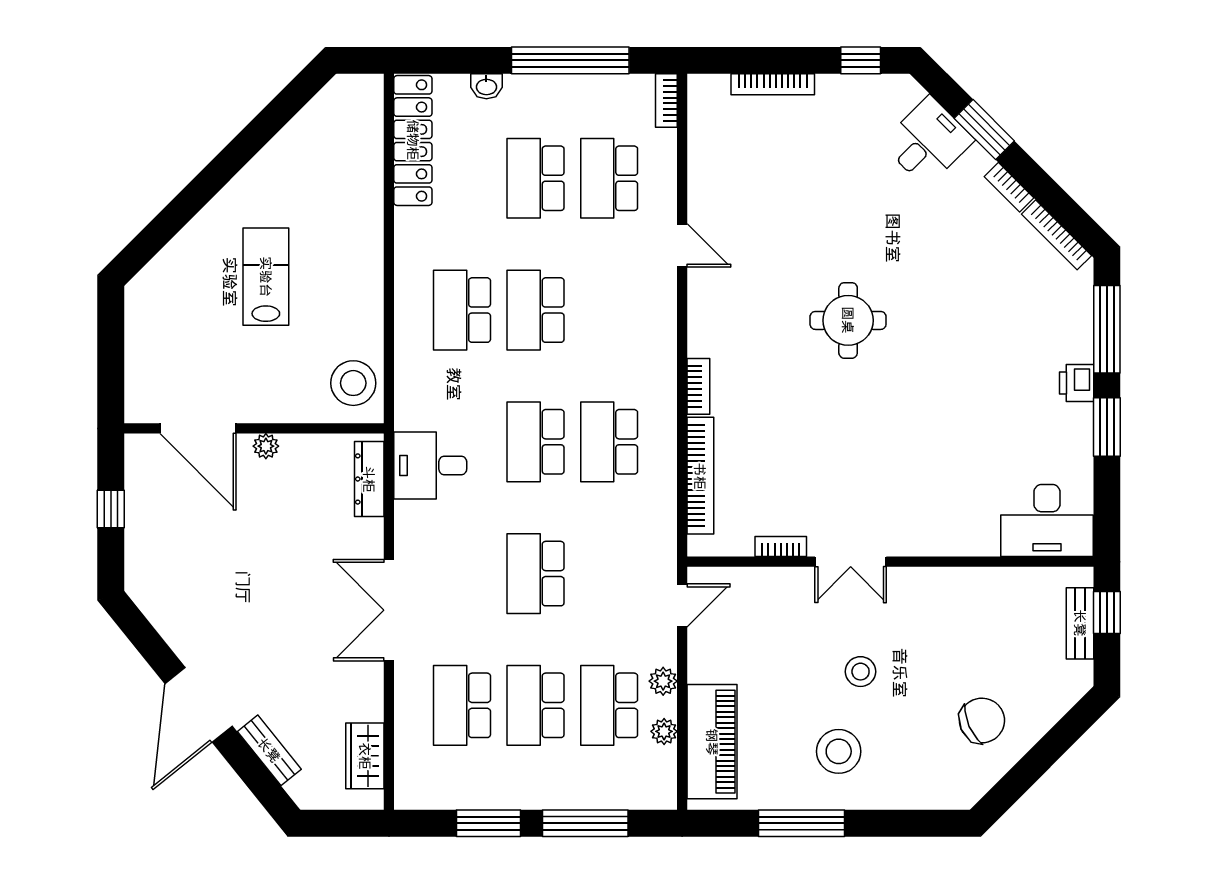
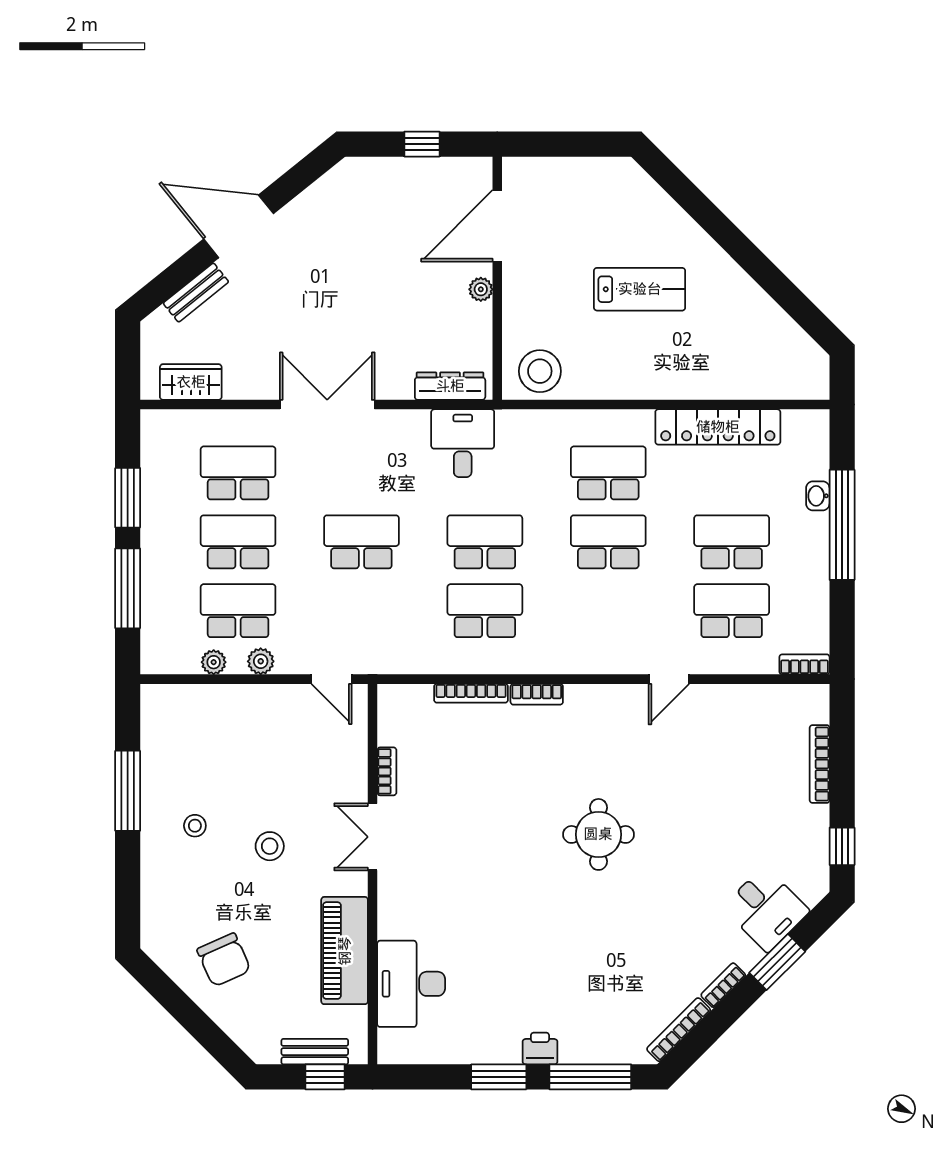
window: (570, 60) -> (842, 525), moved
locker: (413, 140) -> (718, 427), moved
bookcase: (700, 476) -> (471, 693), width x0.68, depth x0.76
desk: (1047, 521) -> (411, 984), moved
piano: (712, 742) -> (345, 951), moved, turned 90
stool: (839, 751) -> (195, 826), width x0.53, depth x0.53

